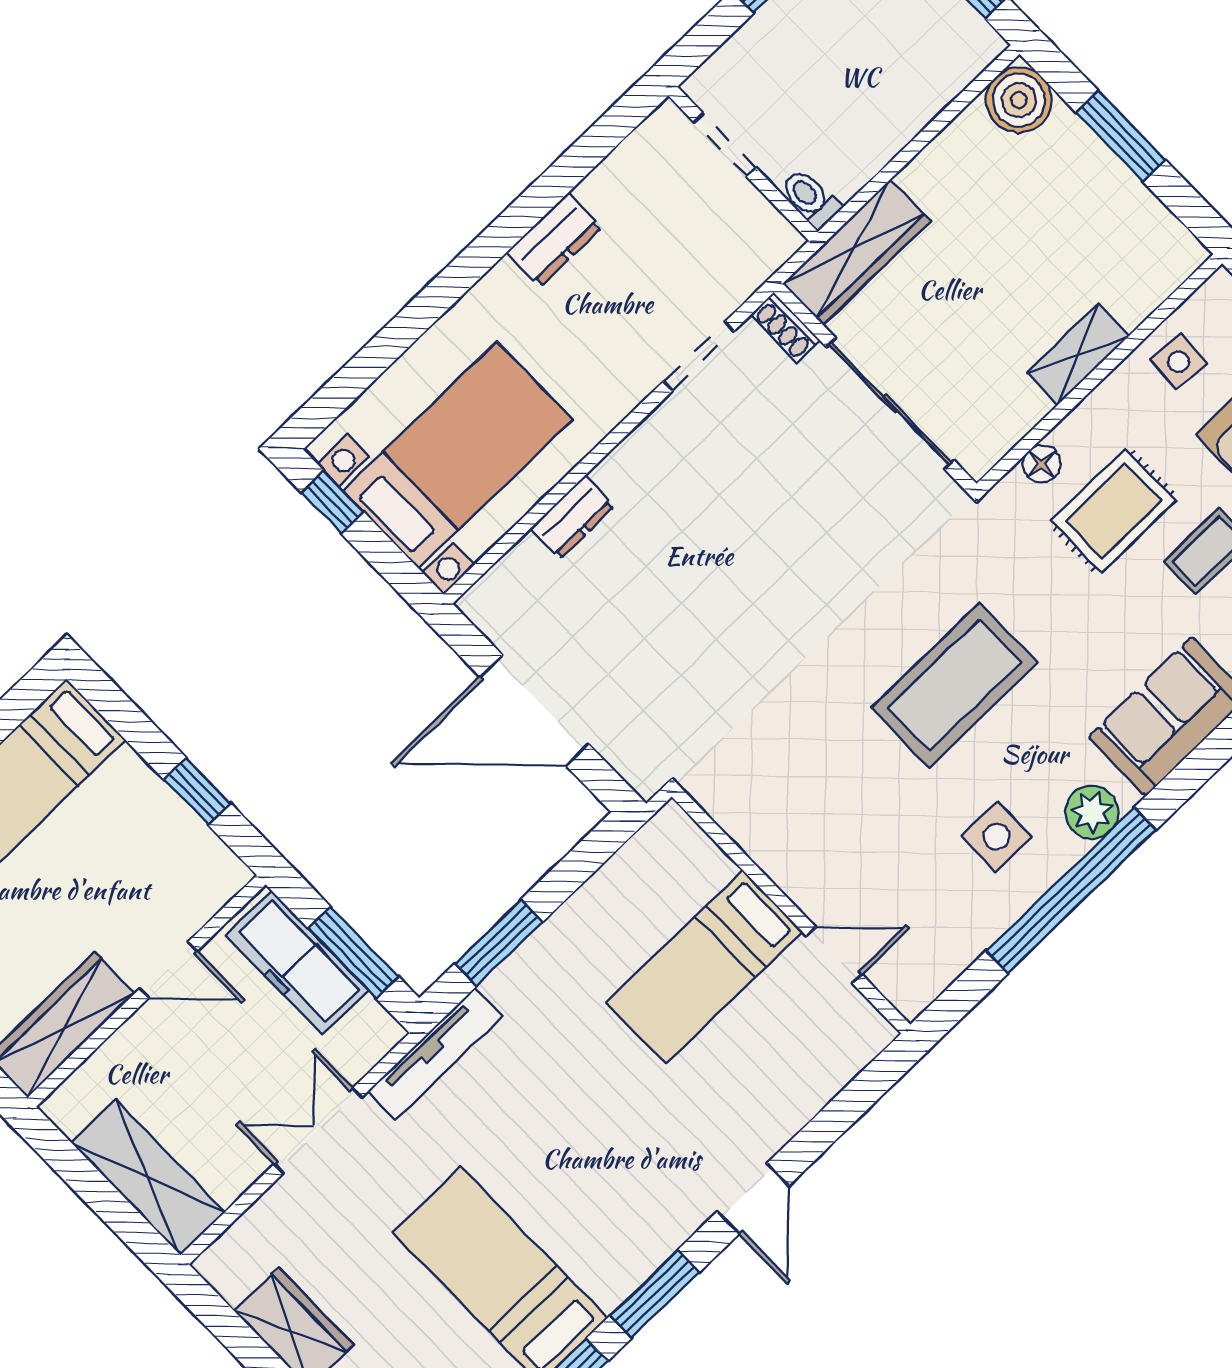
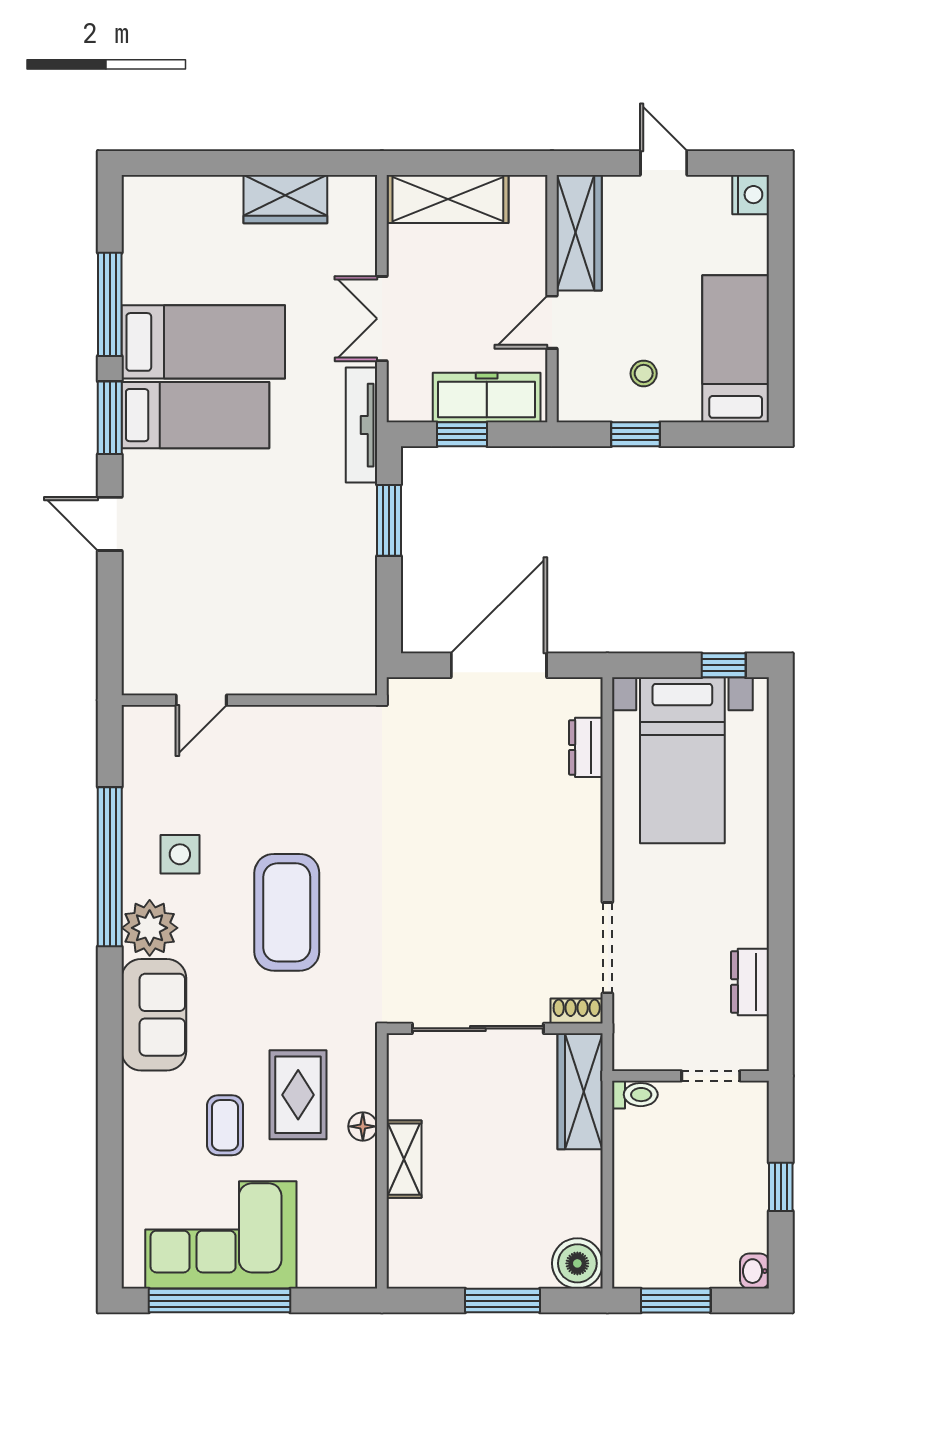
dresser: (554, 240) -> (750, 982), moved
doorway: (699, 356) -> (607, 948), width x1.38
side table: (1178, 361) -> (346, 1211), removed
floor lamp: (1042, 464) -> (363, 1126), moved
dresser: (572, 517) -> (586, 747), moved
plant: (1092, 812) -> (150, 928), width x1.36, depth x1.36
stool: (134, 839) -> (644, 373), added
window: (353, 952) -> (462, 434), width x0.67
bed: (705, 967) -> (195, 415), moved, turned 90
double door: (318, 1131) -> (382, 319), swing flipped

